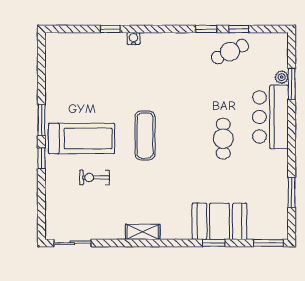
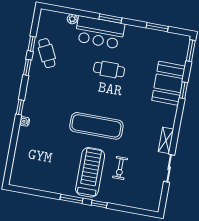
window: (110, 29) -> (20, 107), moved
window: (292, 84) -> (110, 19), moved
exercise mat: (145, 136) -> (96, 126), width x1.36, depth x1.45
sliding door: (72, 243) -> (169, 168), moved

